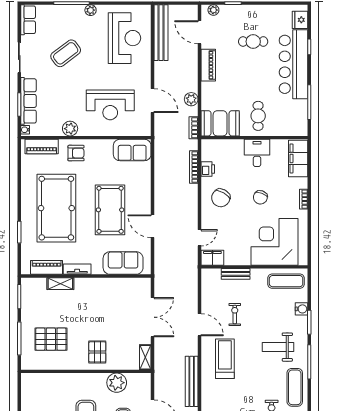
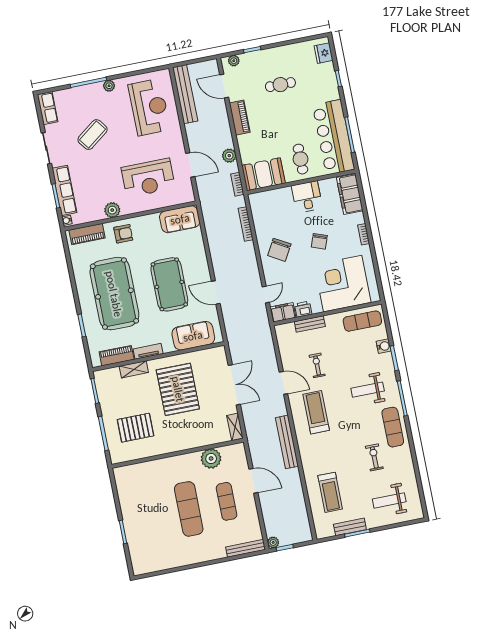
bar counter: (294, 64) -> (334, 137), moved
printer: (208, 169) -> (303, 309), moved, turned -90
pallet: (97, 352) -> (178, 389), moved, width x2.05, depth x2.00

